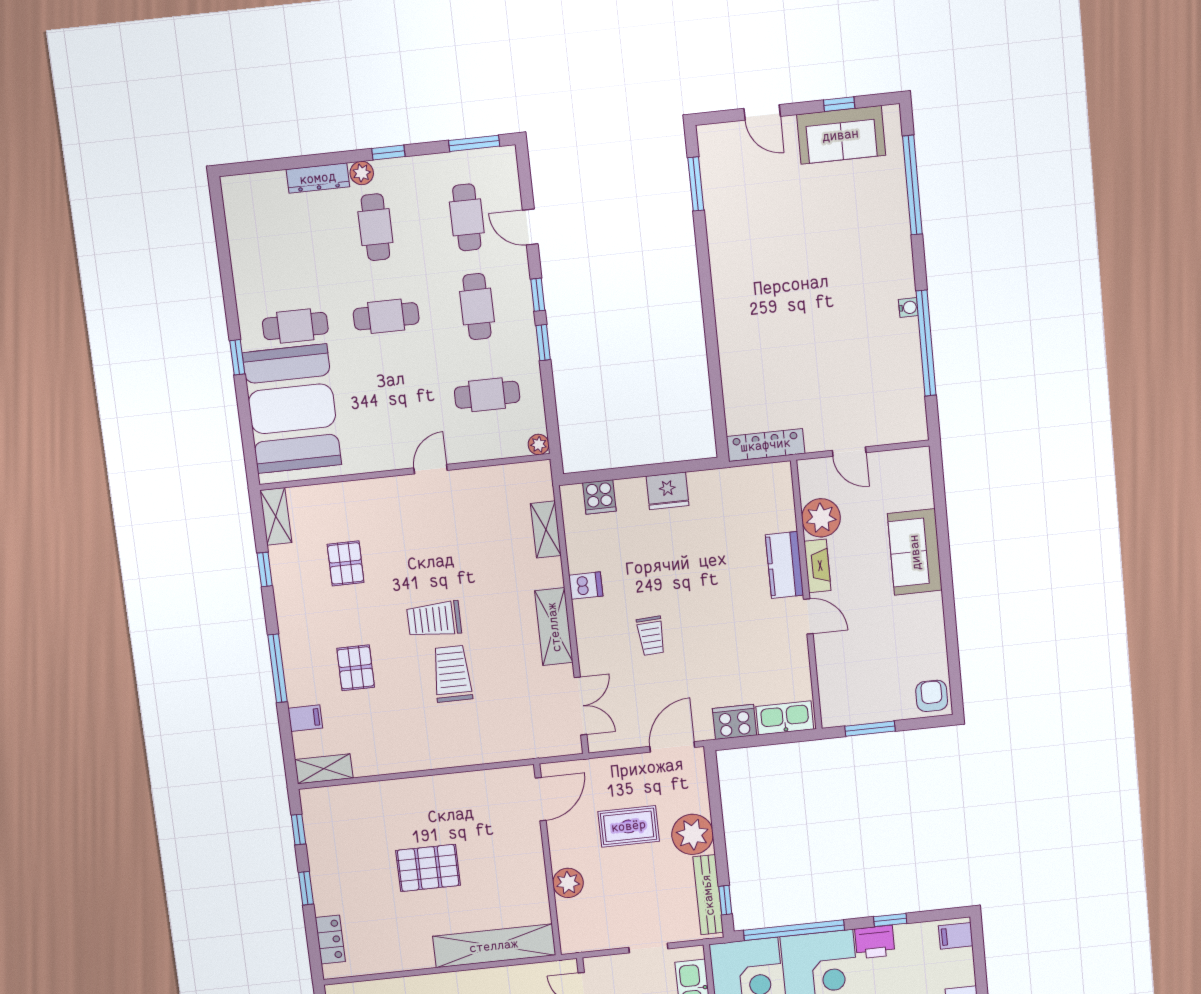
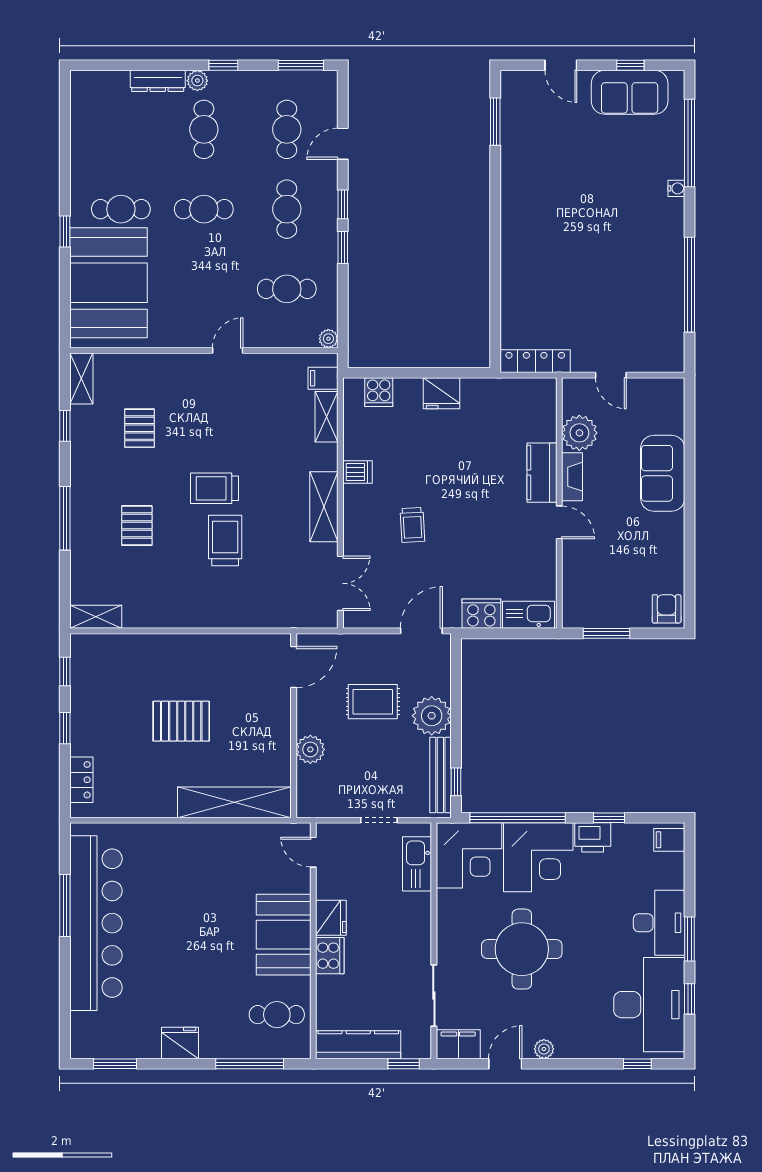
door: (530, 227) -> (343, 144), hinge flipped
water cooler: (908, 308) -> (676, 188), moved
filing cabinet: (305, 718) -> (323, 378), moved, turned 180

